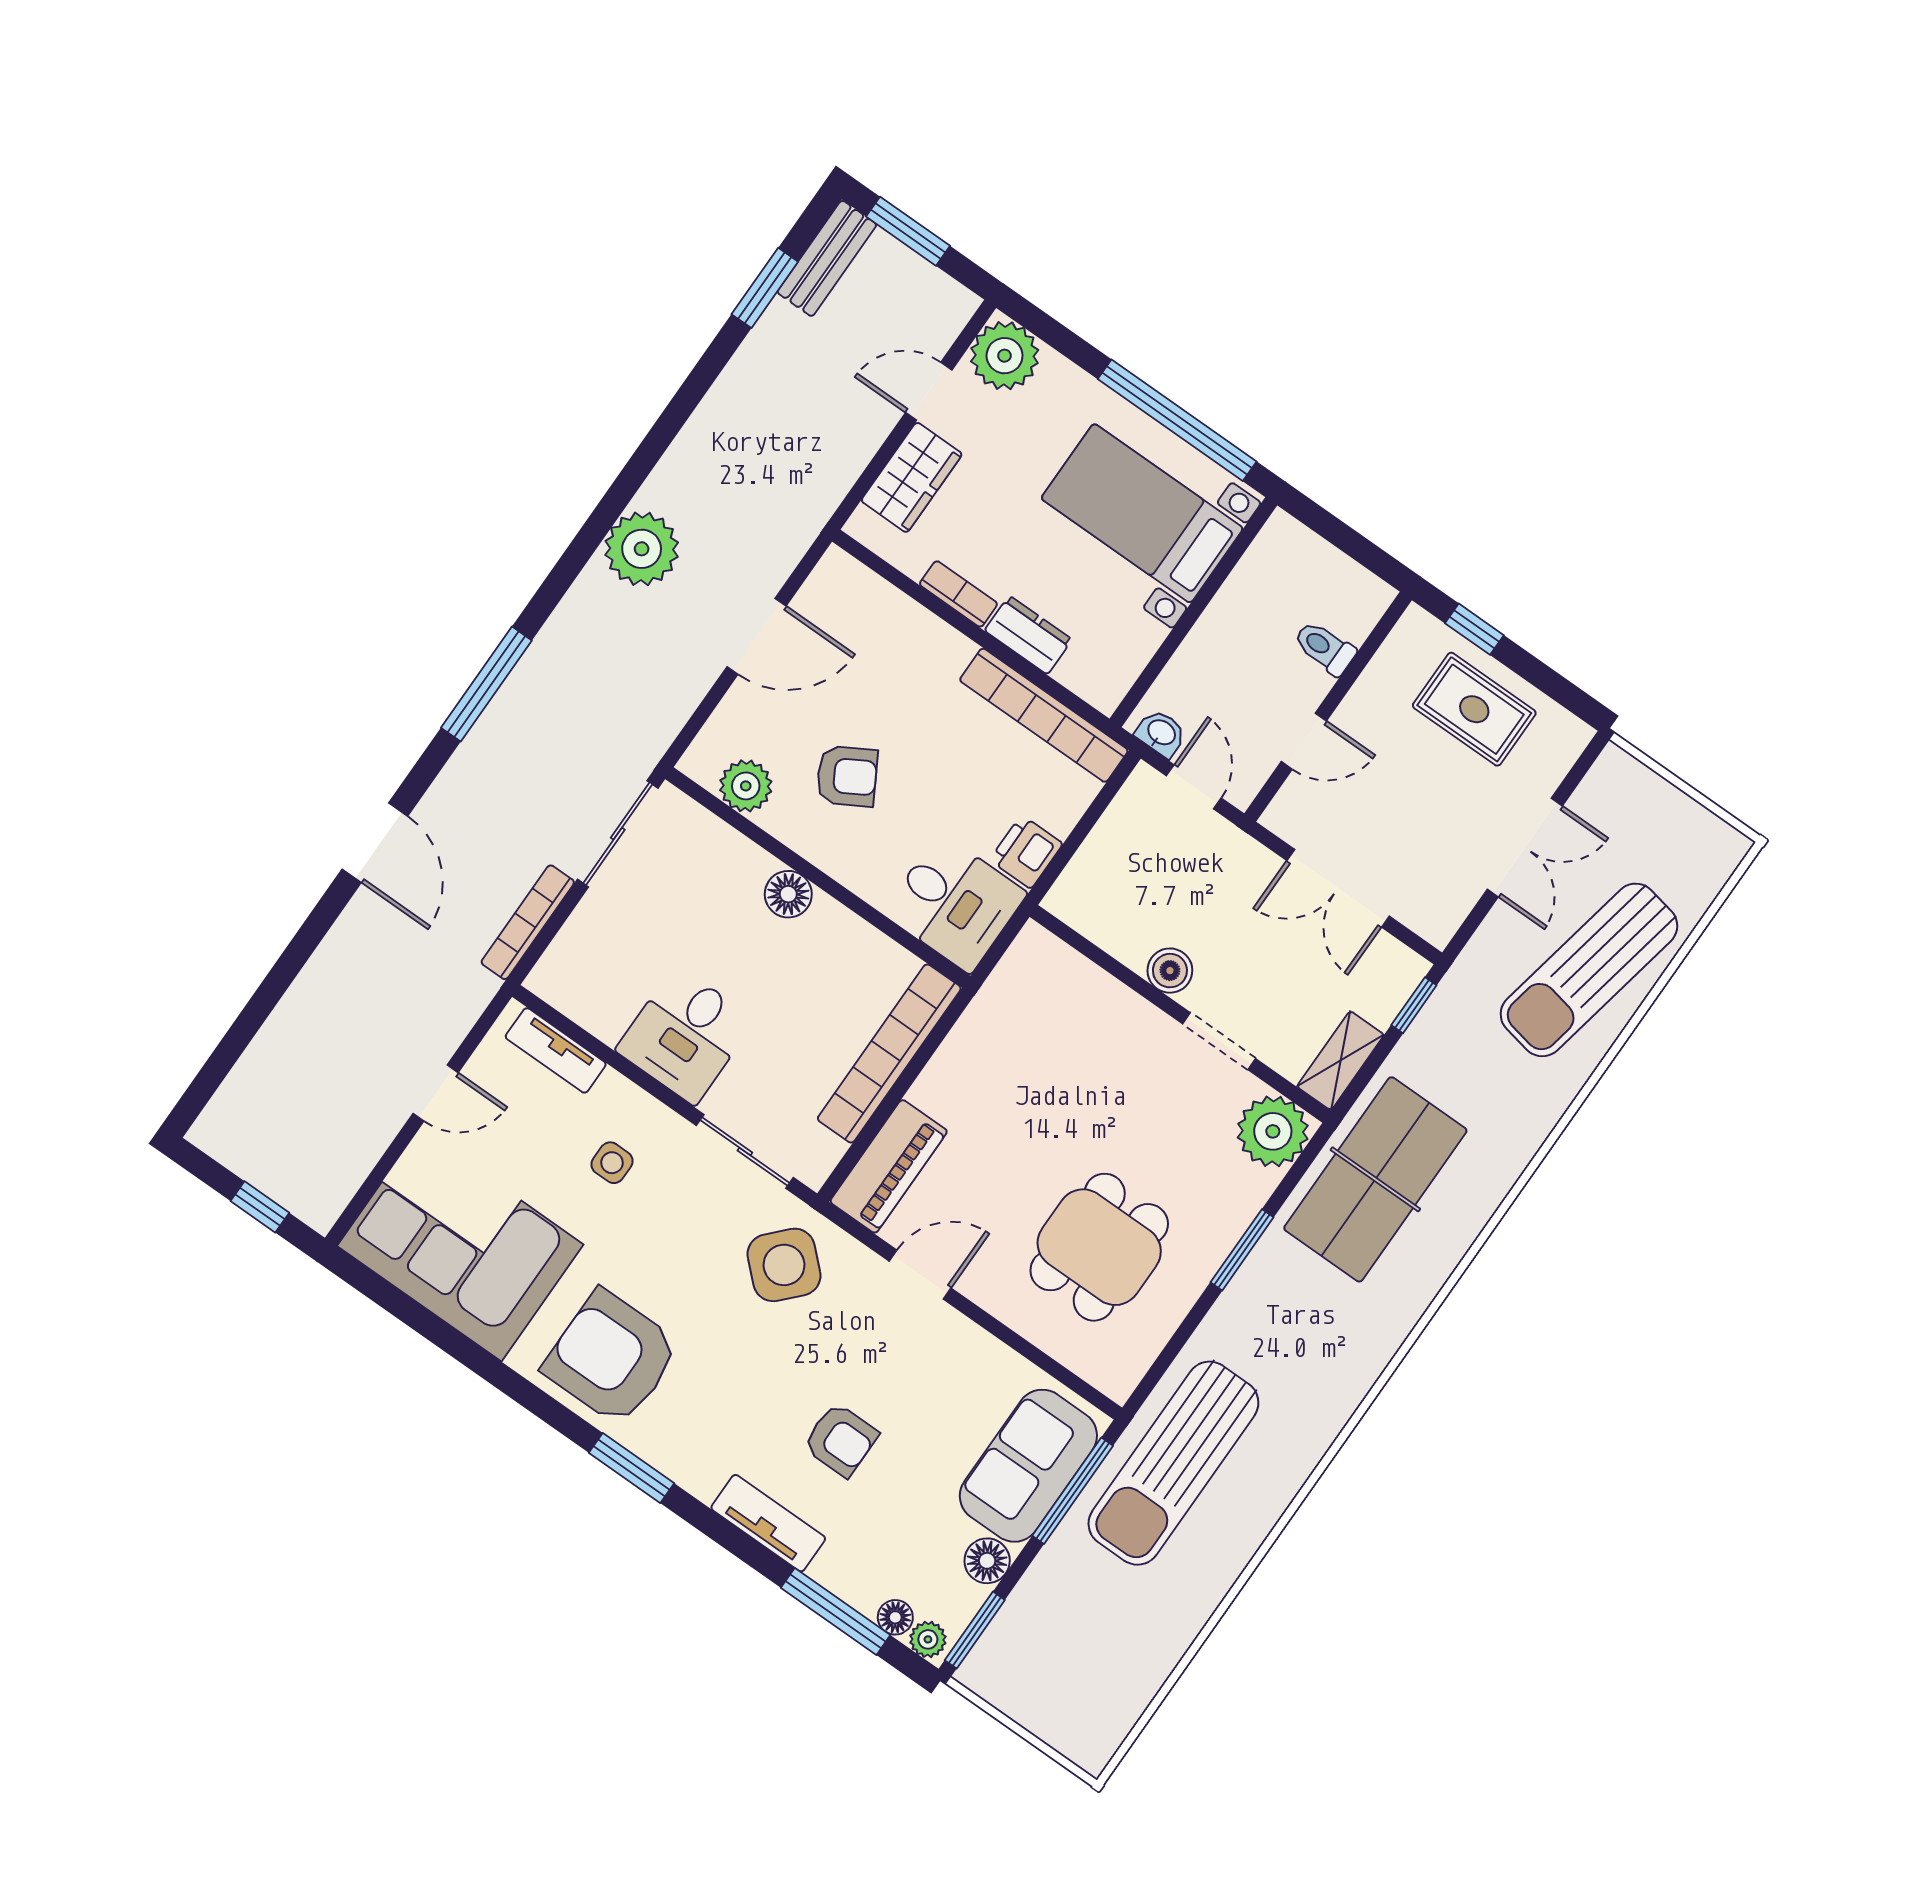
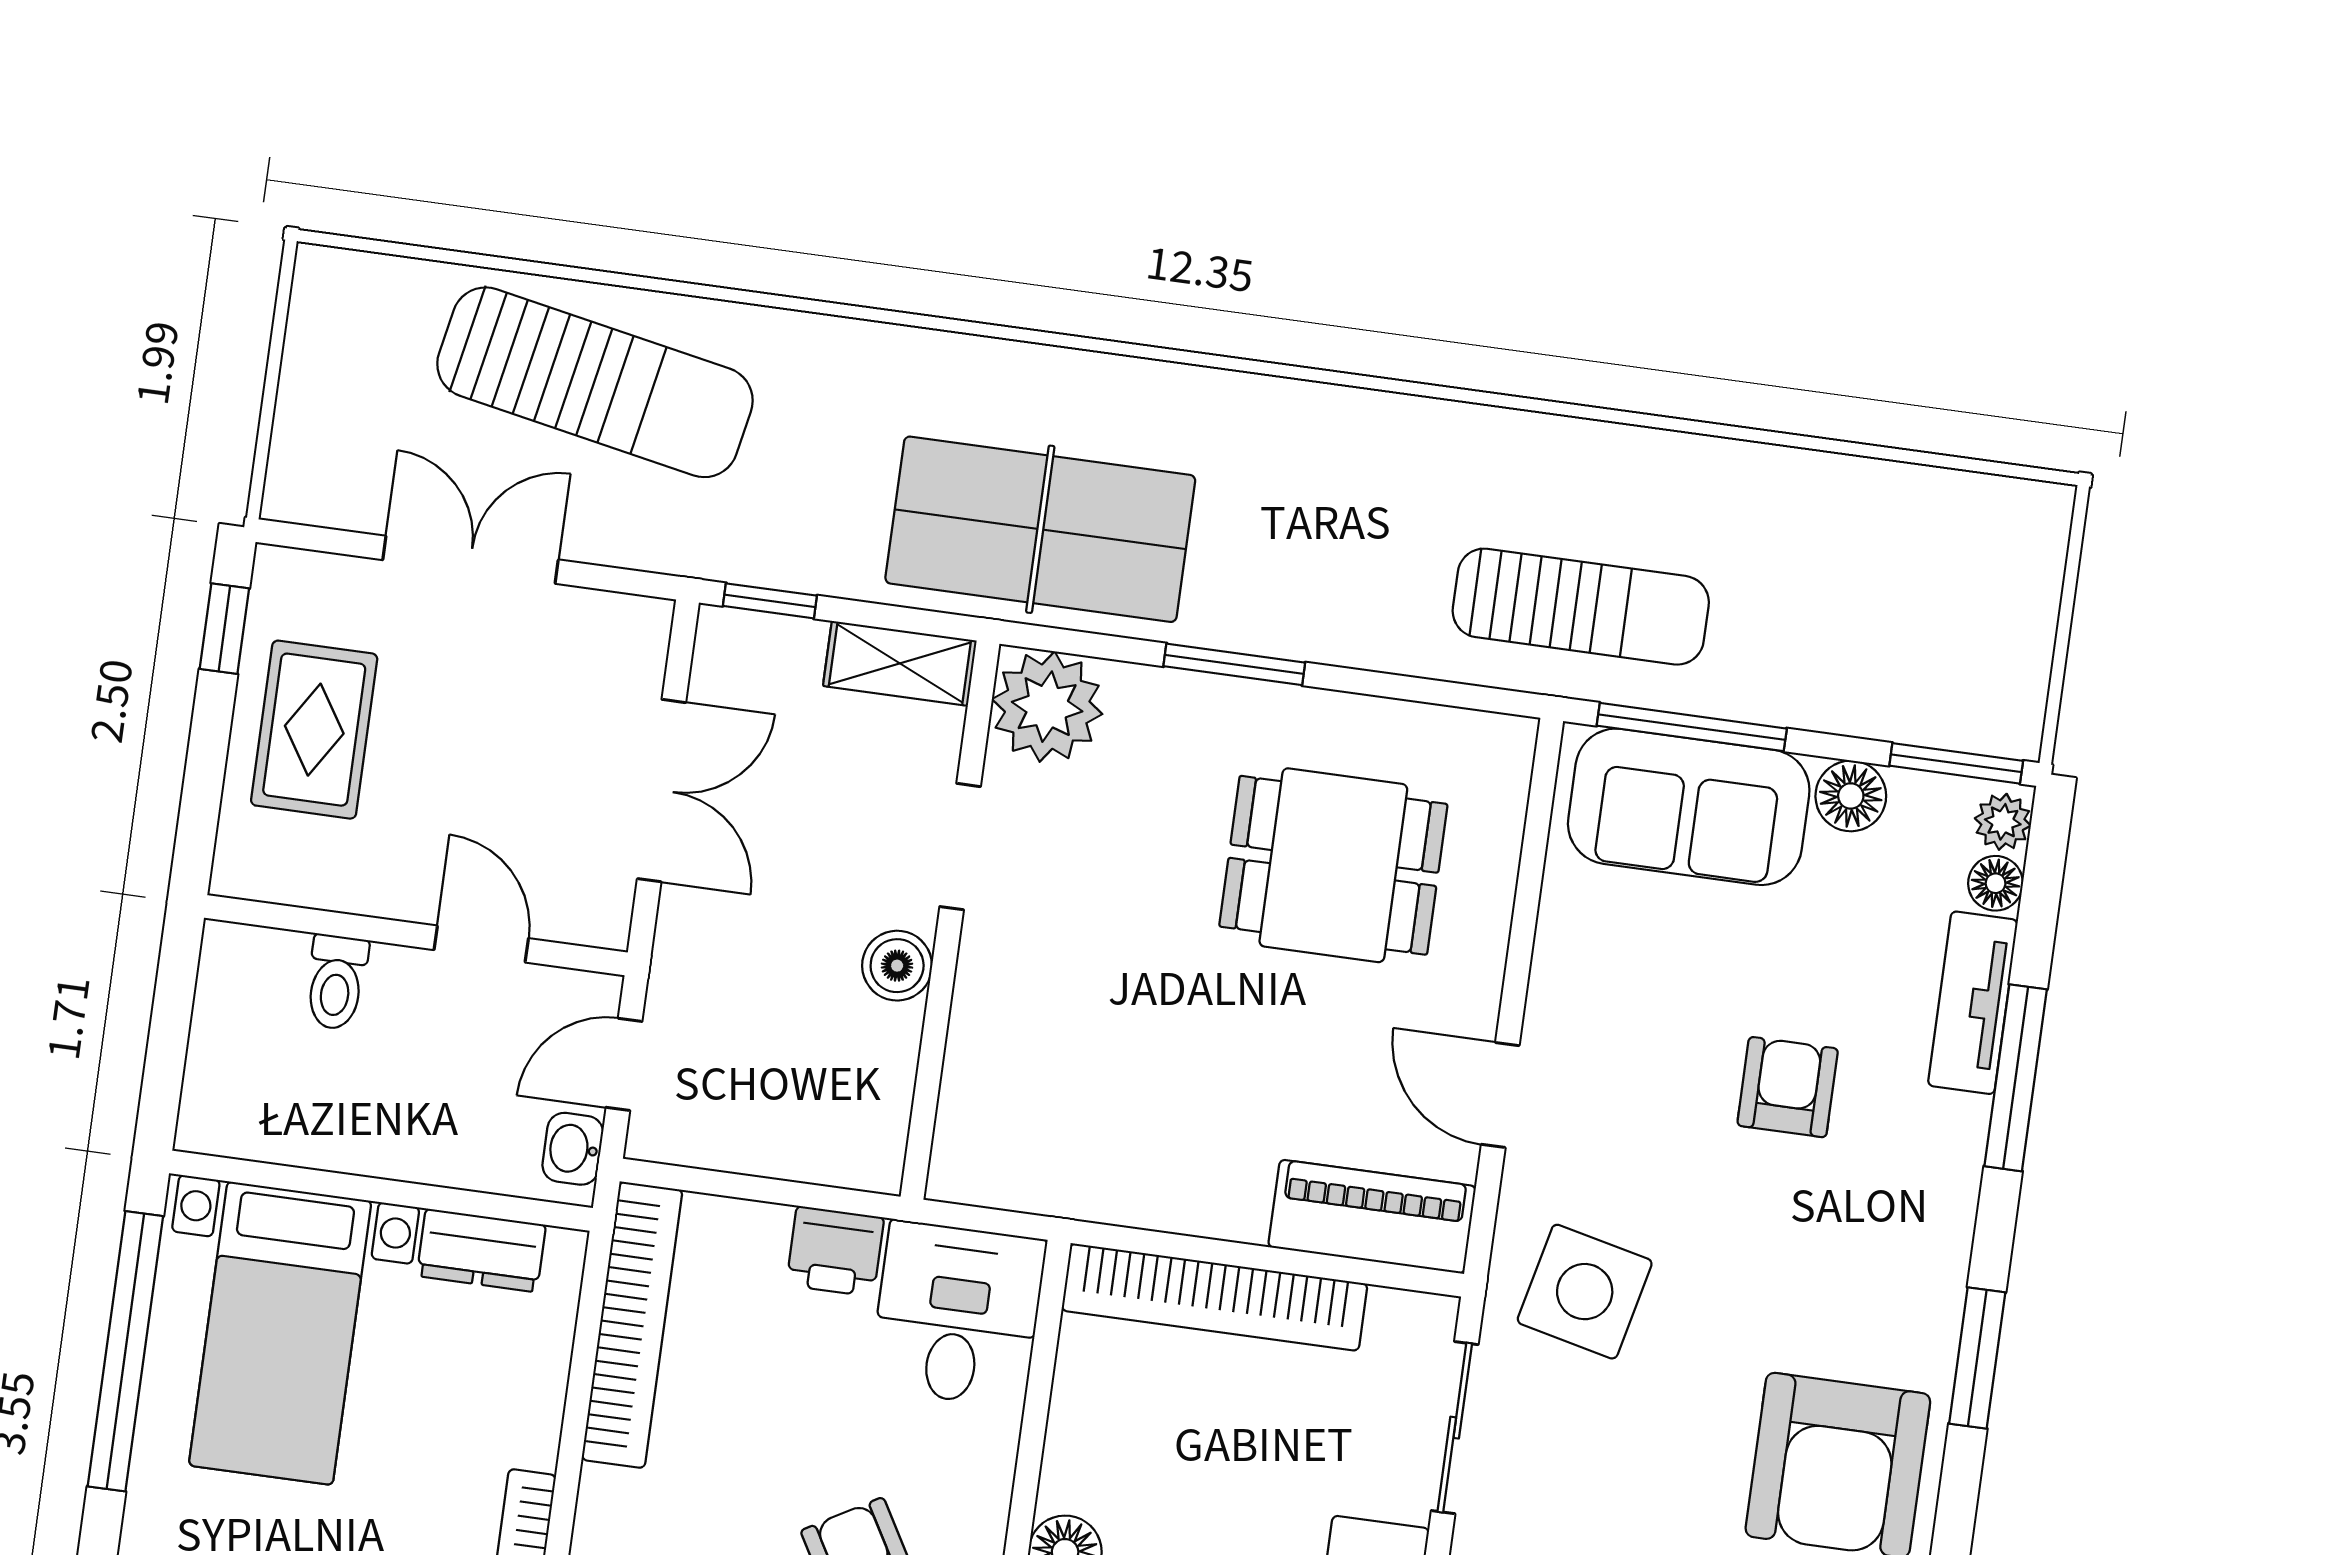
window: (1474, 629) -> (224, 629), moved
dresser: (1028, 635) -> (481, 1250), moved, turned -90
side table: (784, 1265) -> (1585, 1292), turned -30
sun lounger: (1173, 1463) -> (1581, 607), width x0.73, depth x0.75
tv unit: (768, 1523) -> (1973, 1003), moved
window: (836, 1611) -> (2016, 1078), moved

